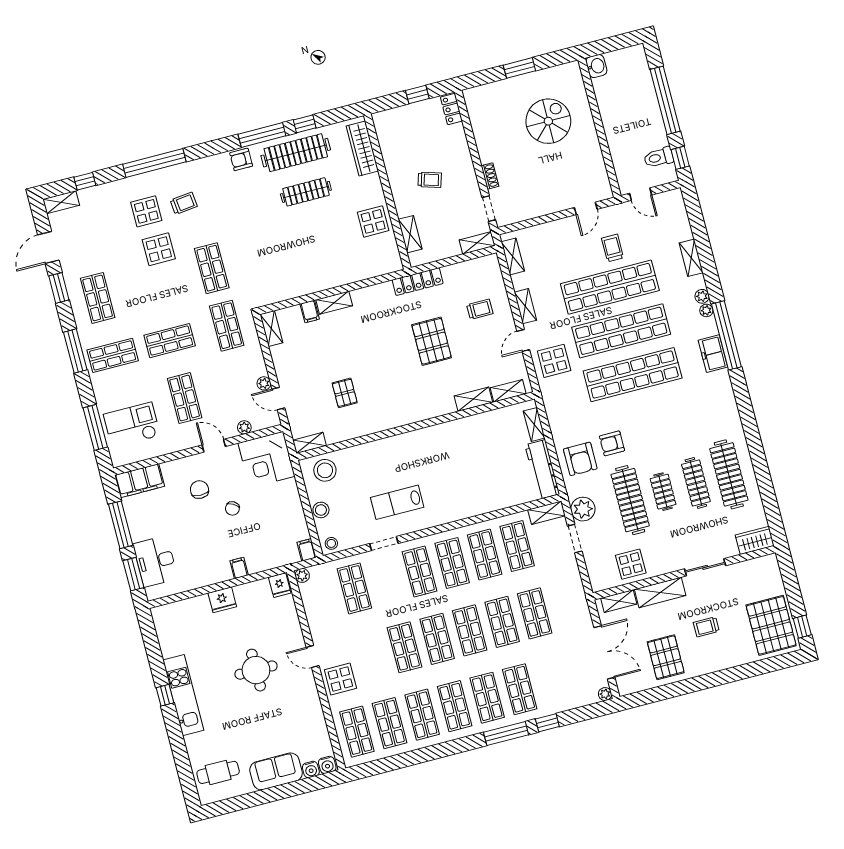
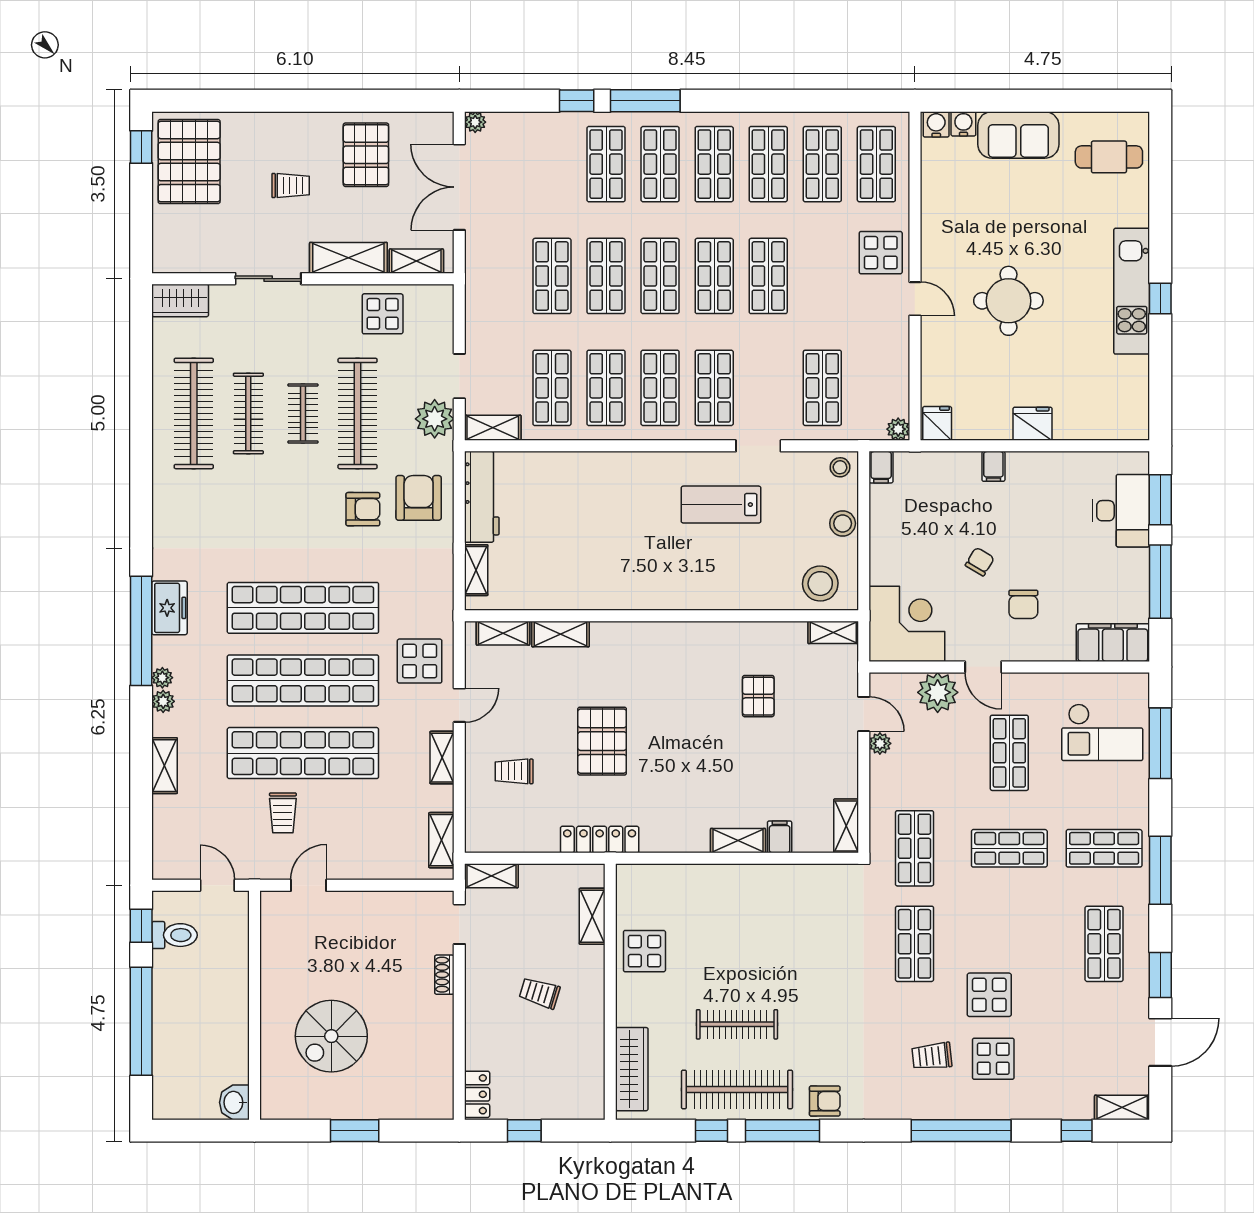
plant: (244, 427) -> (938, 692), width x1.88, depth x1.88
lab bench: (397, 502) -> (721, 505), turned 180

